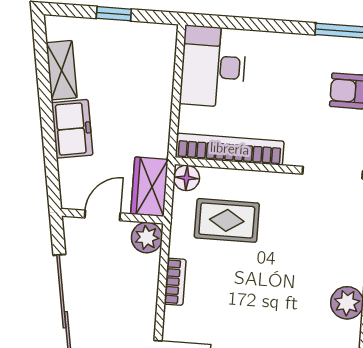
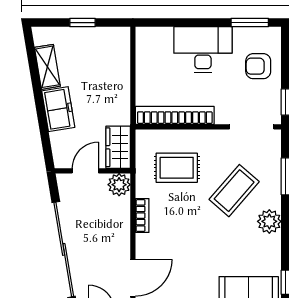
desk: (213, 67) -> (203, 50), moved, turned 90
floor lamp: (187, 178) -> (145, 139), removed
coffee table: (302, 257) -> (234, 191), added

